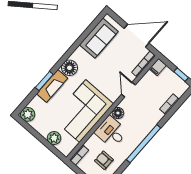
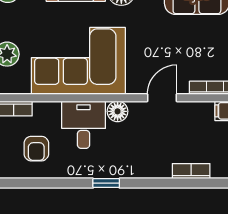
window: (144, 144) -> (106, 183), width x0.32
armchair: (104, 160) -> (36, 149), turned 180

